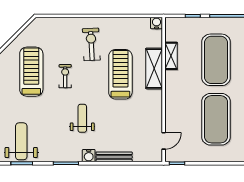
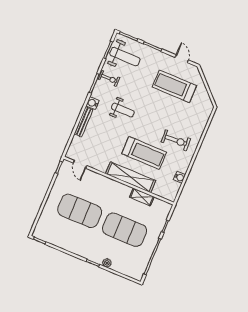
water cooler: (156, 23) -> (179, 177), moved
shelving: (154, 68) -> (130, 177), width x1.47
treadmill: (31, 72) -> (174, 86), turned 180
exercise bike: (65, 76) -> (109, 78), moved

